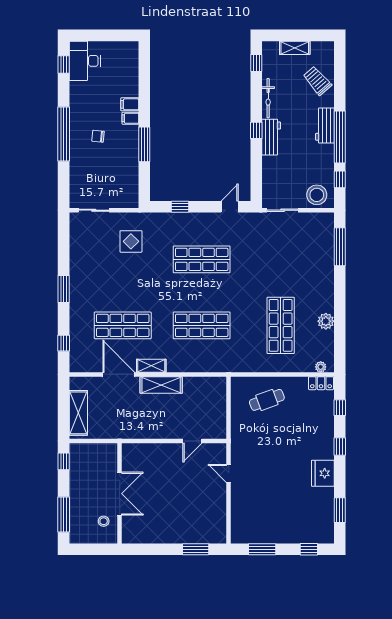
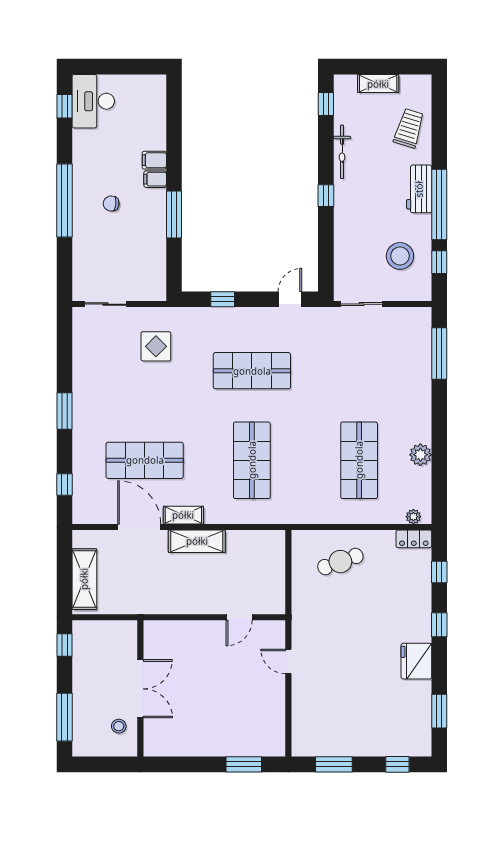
trolley: (317, 81) -> (409, 128), turned 58
workbench: (271, 137) -> (346, 205), removed
stool: (317, 195) -> (400, 256), moved
shop shelf: (202, 325) -> (252, 460), turned 90

